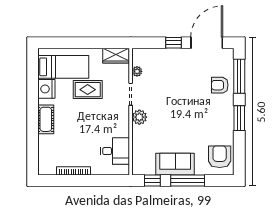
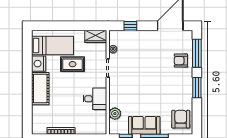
window: (174, 43) -> (130, 26), moved
plant: (139, 117) -> (115, 114), moved
cot: (46, 119) -> (40, 89), width x1.37, depth x1.34
desk: (115, 151) -> (95, 99), moved

